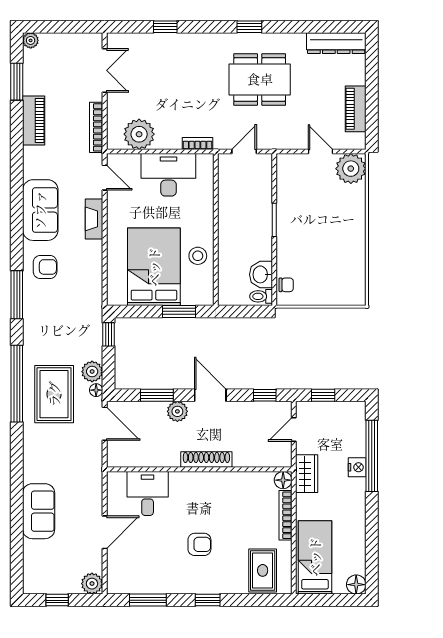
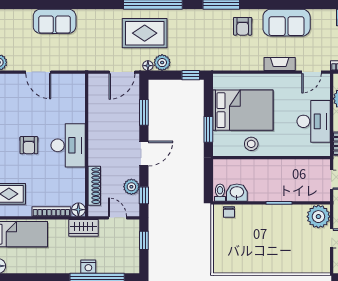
plant: (351, 169) -> (318, 217), moved
plant: (177, 411) -> (131, 187), moved
shoe rack: (206, 460) -> (94, 186), moved
desk: (148, 493) -> (68, 145), moved, width x1.37

